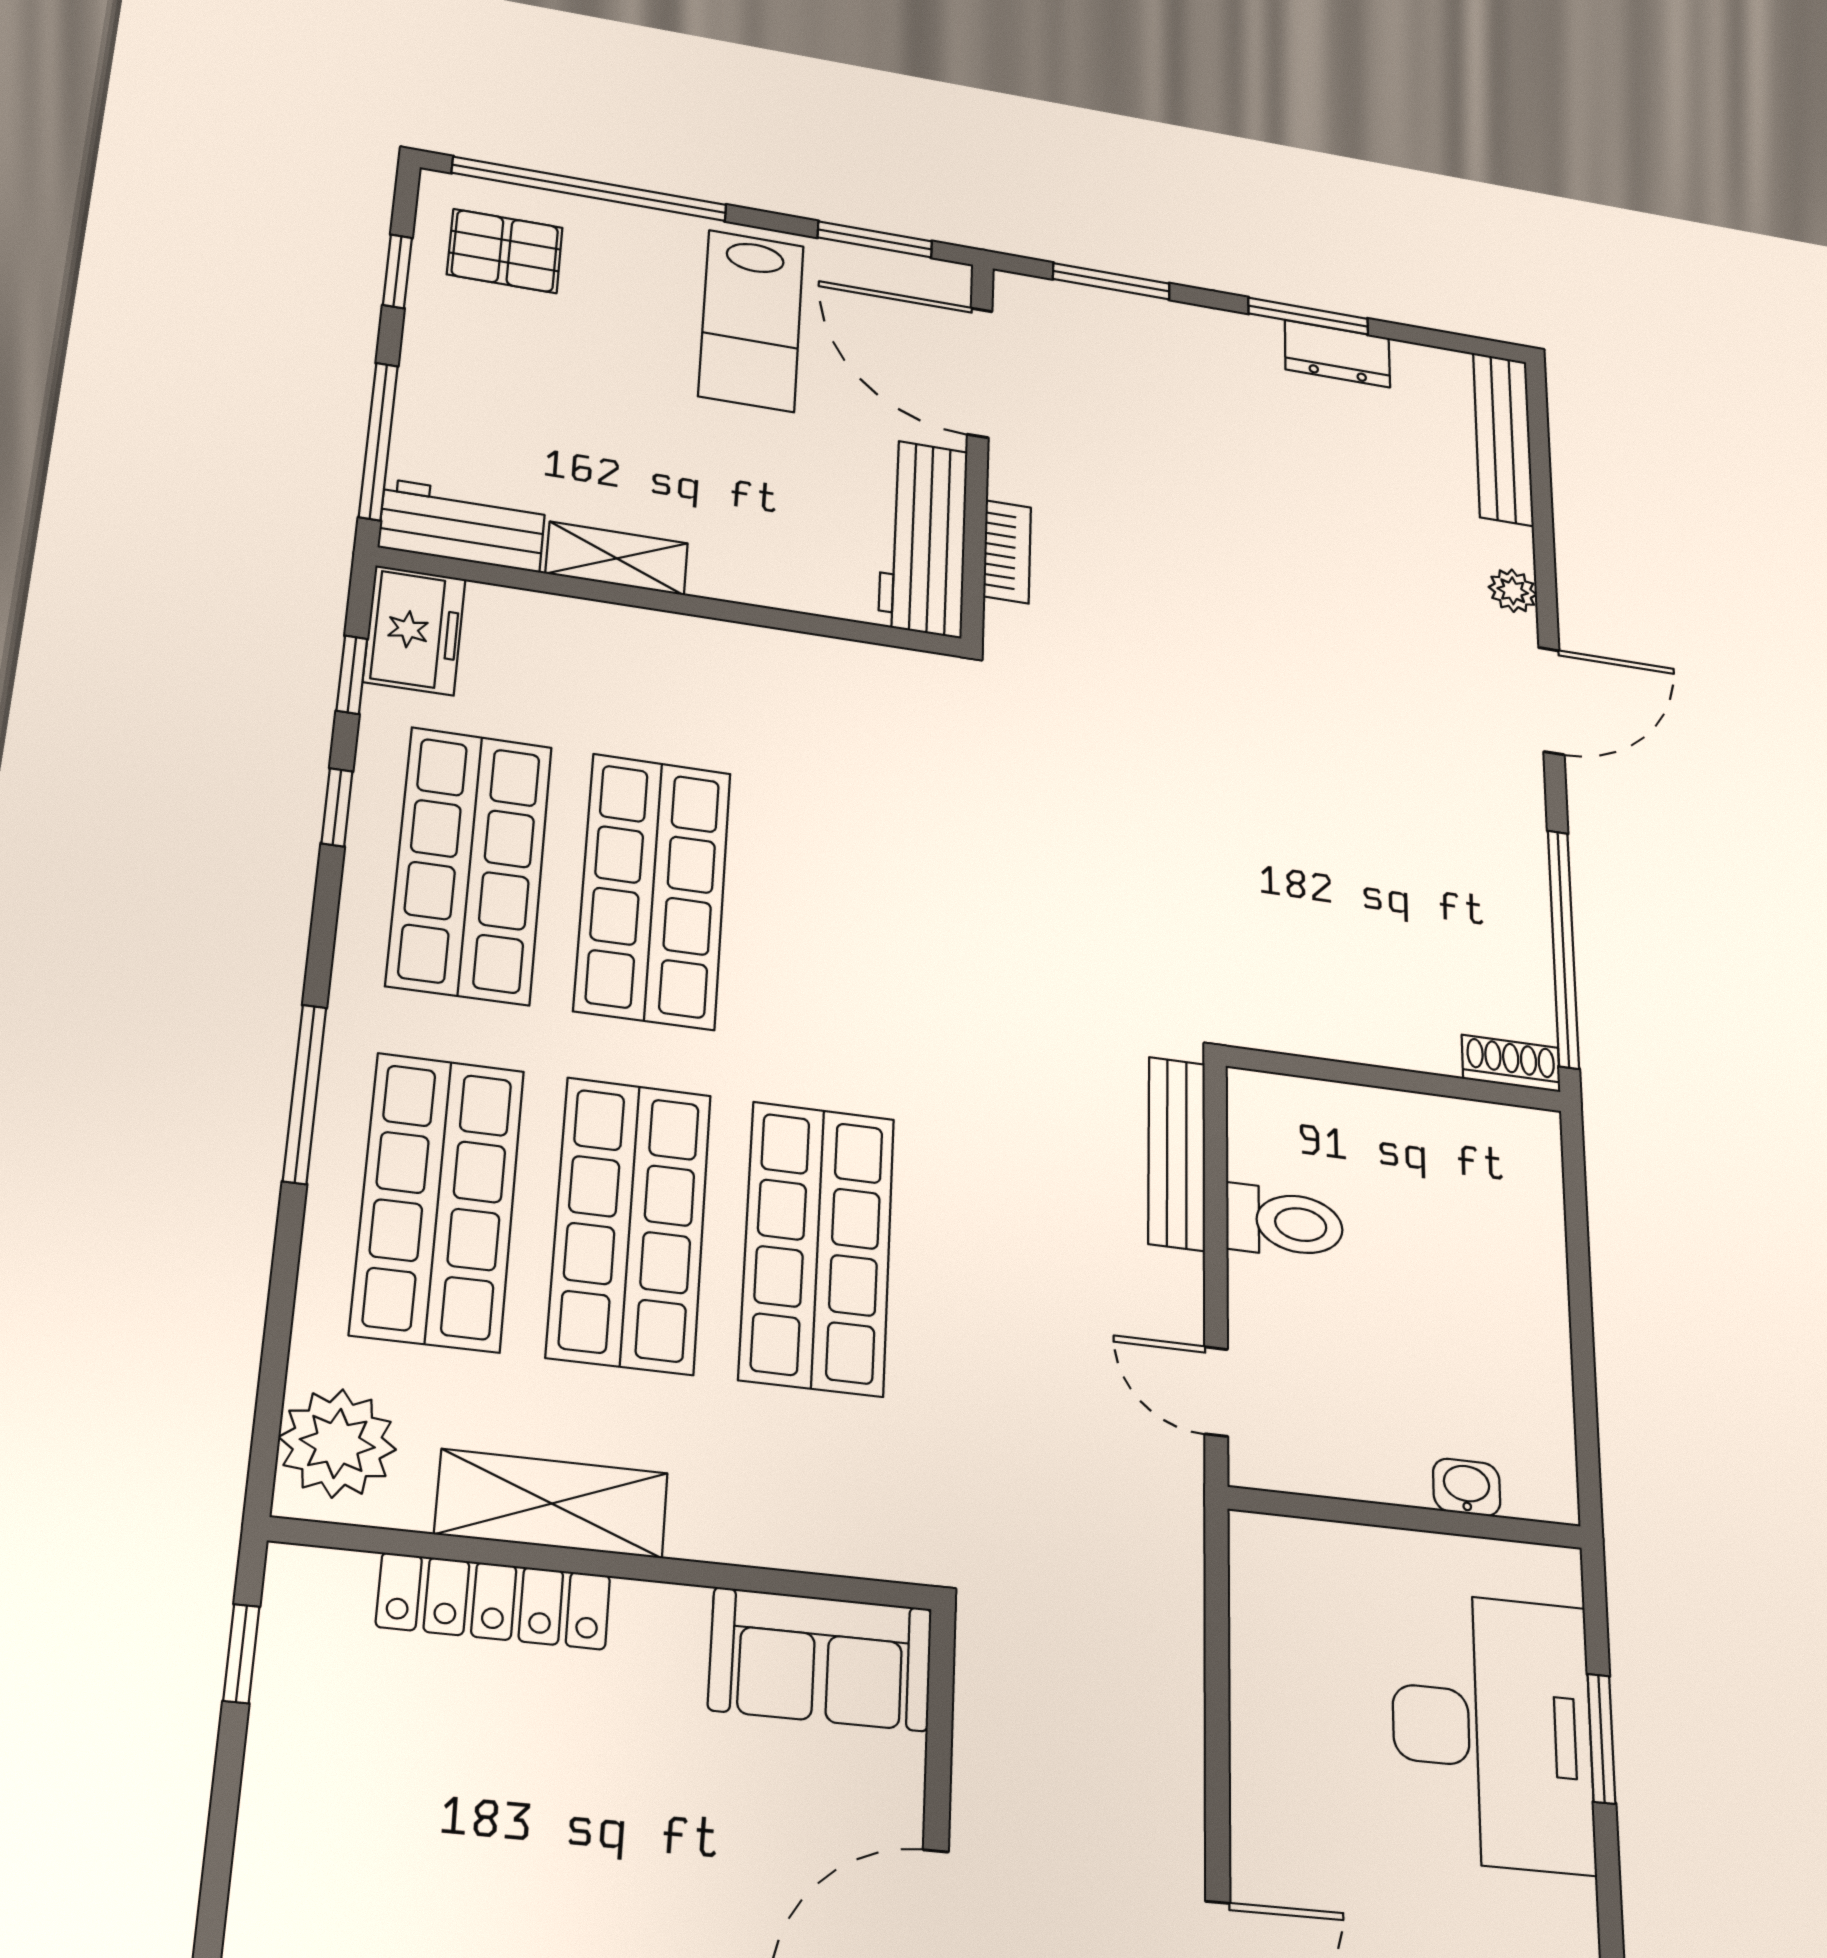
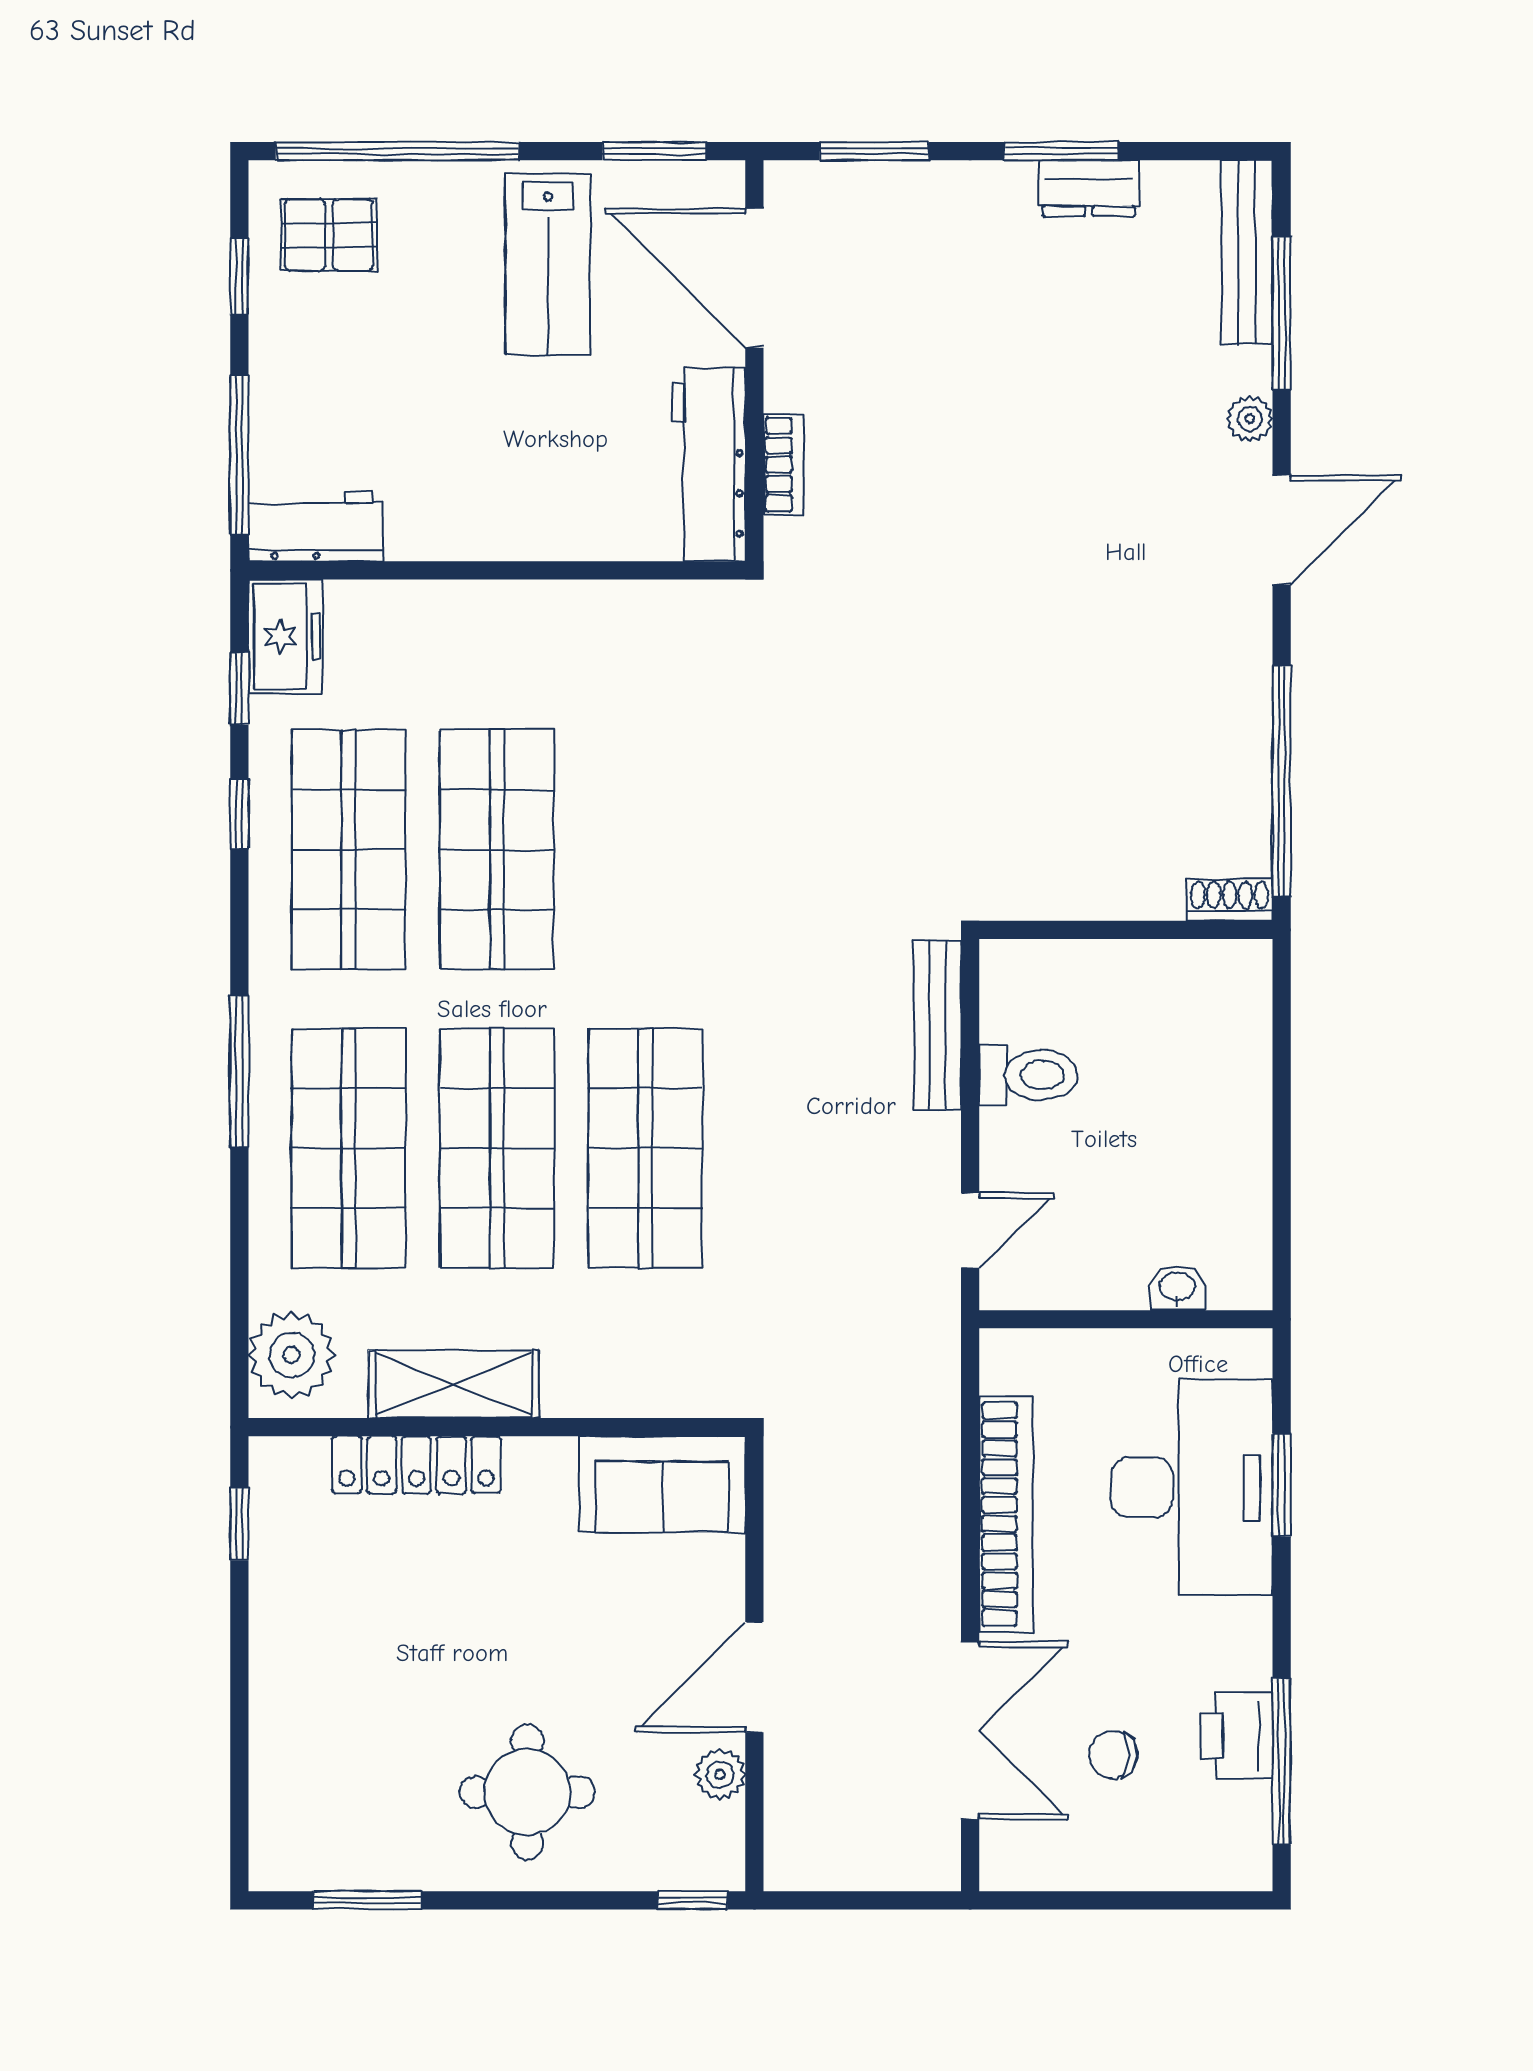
window: (1542, 500) -> (1282, 313), added
shelving: (617, 558) -> (447, 535), removed
door: (1216, 1391) -> (970, 1231), swing flipped
bookcase: (1262, 1742) -> (1006, 1514), added

